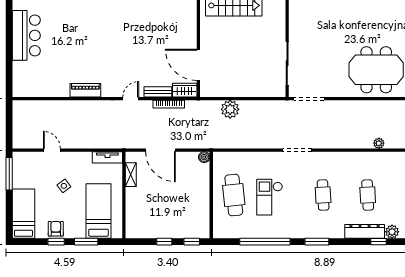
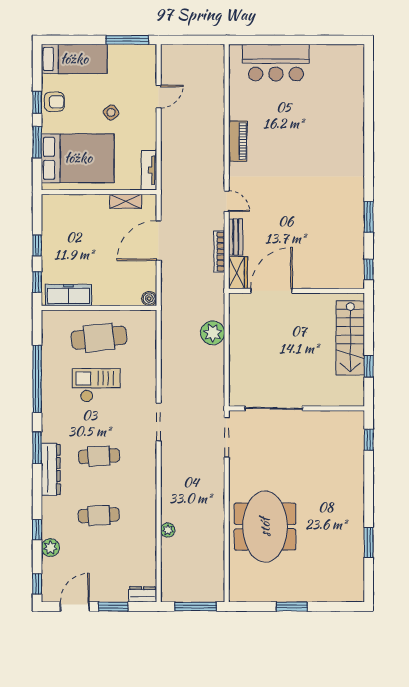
bar counter: (26, 35) -> (276, 63), moved
bed: (98, 211) -> (78, 158), width x1.50
freezer: (202, 218) -> (68, 295), added
dresser: (365, 231) -> (51, 469), moved

